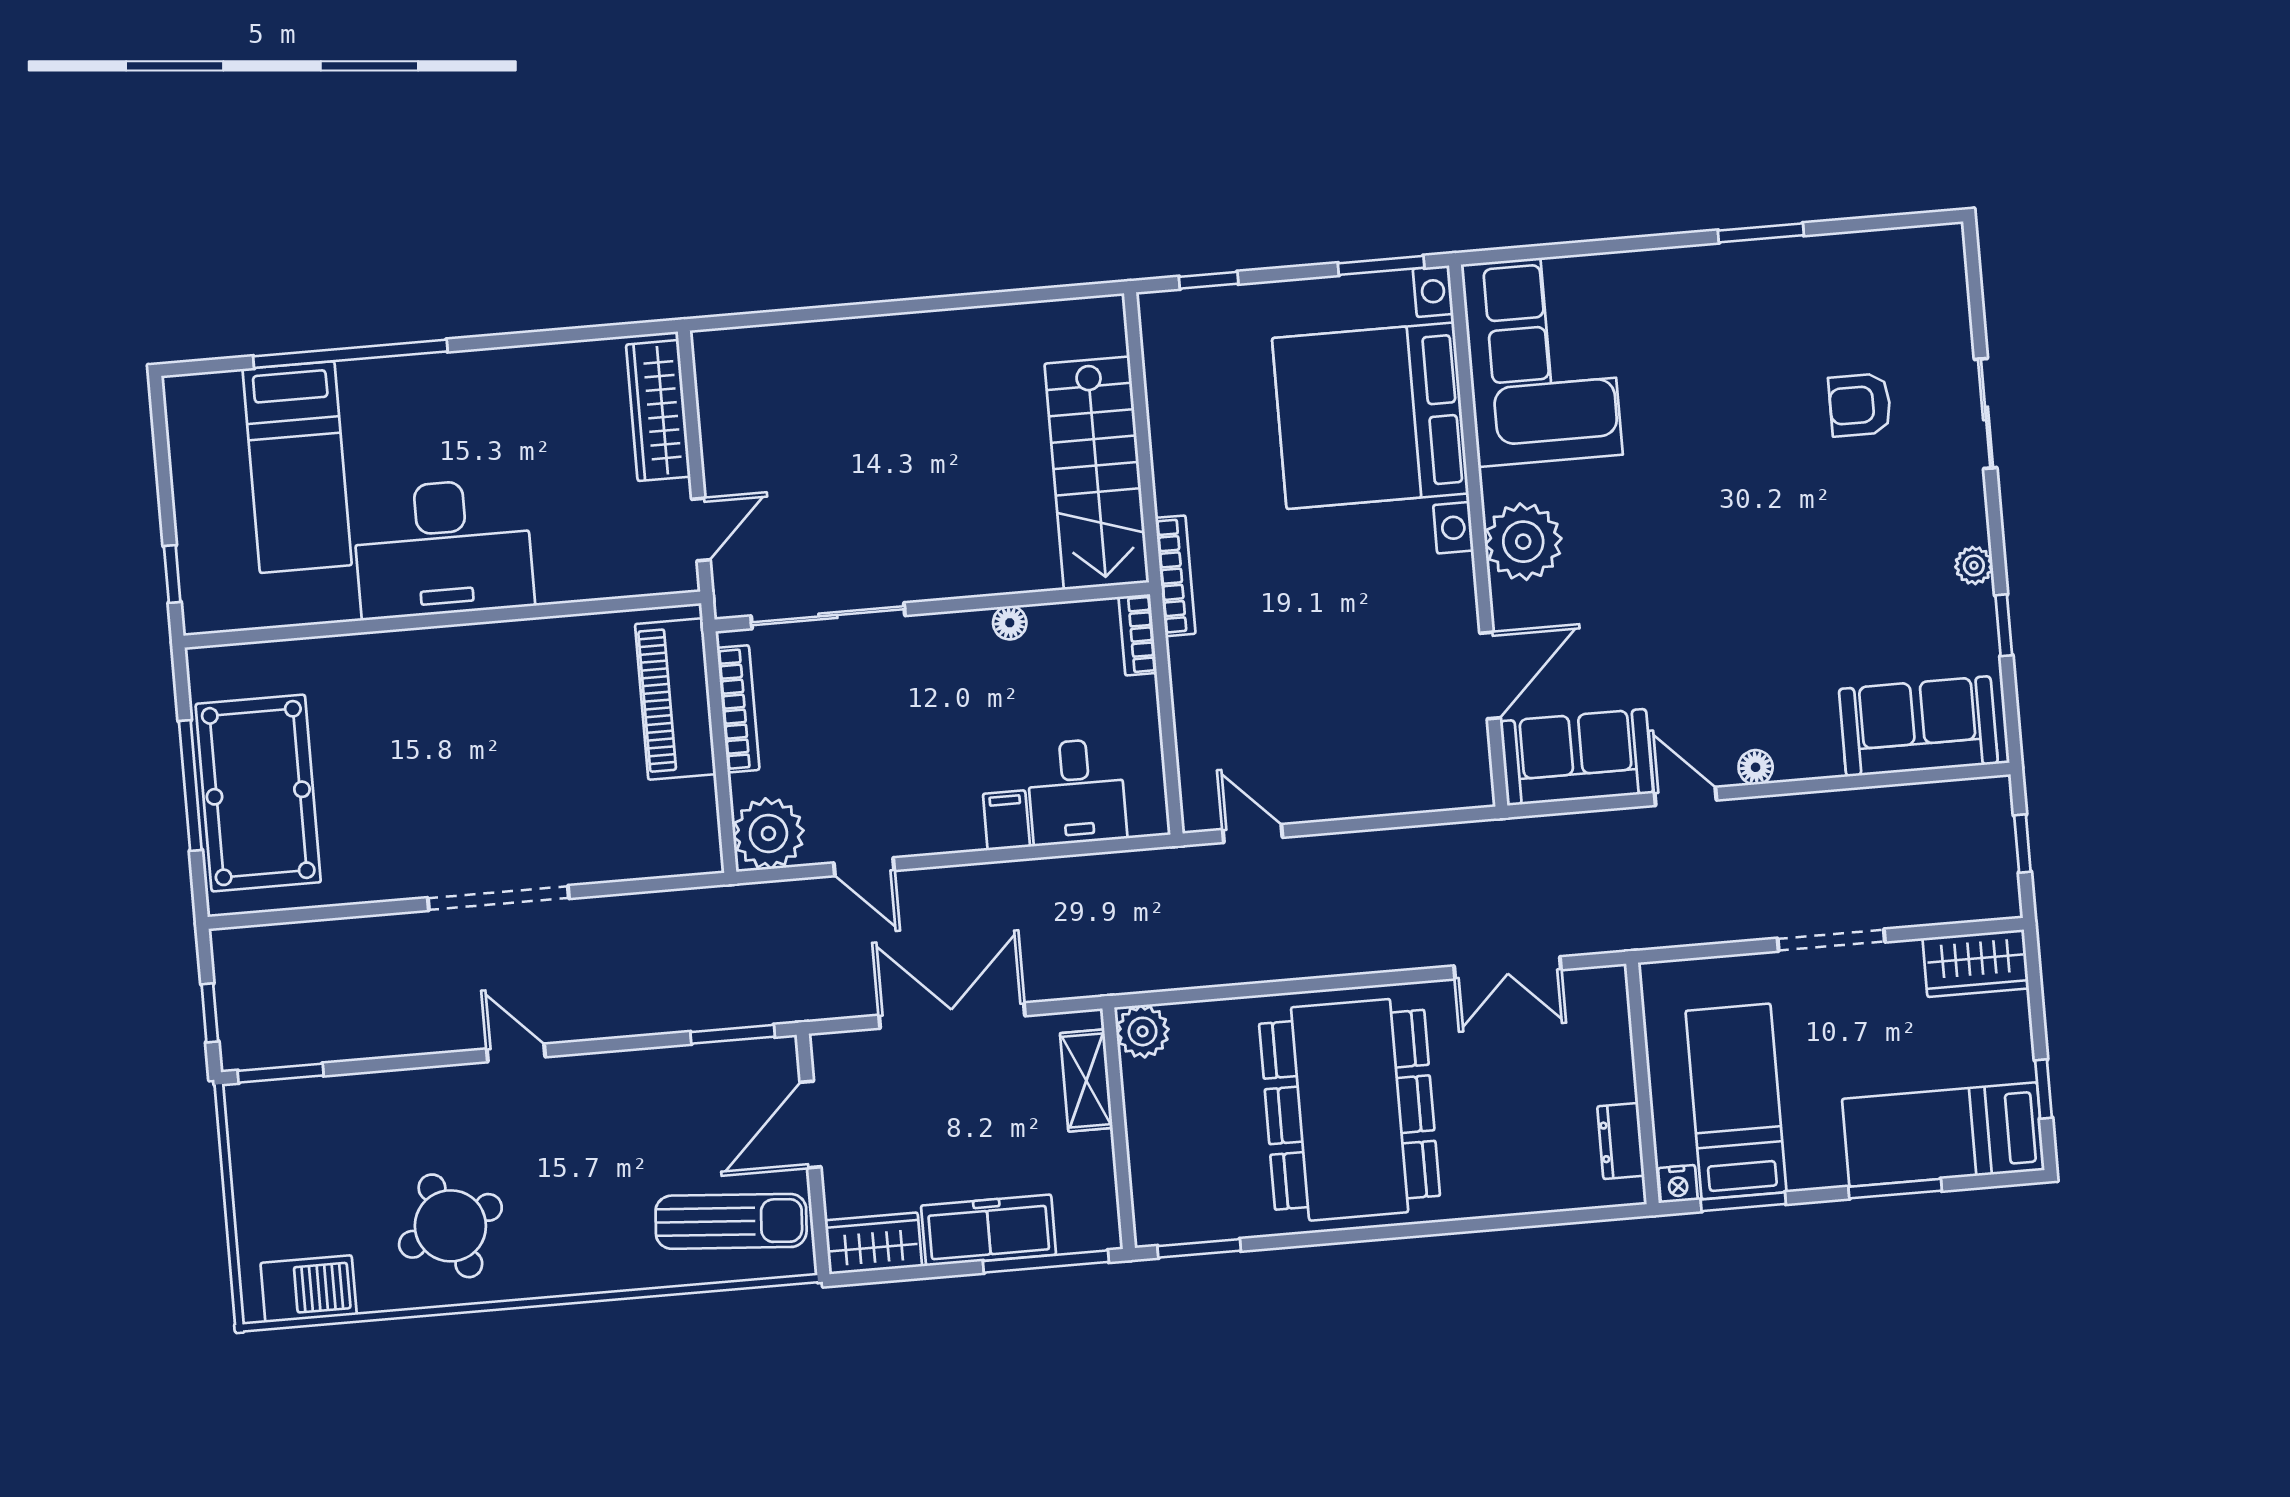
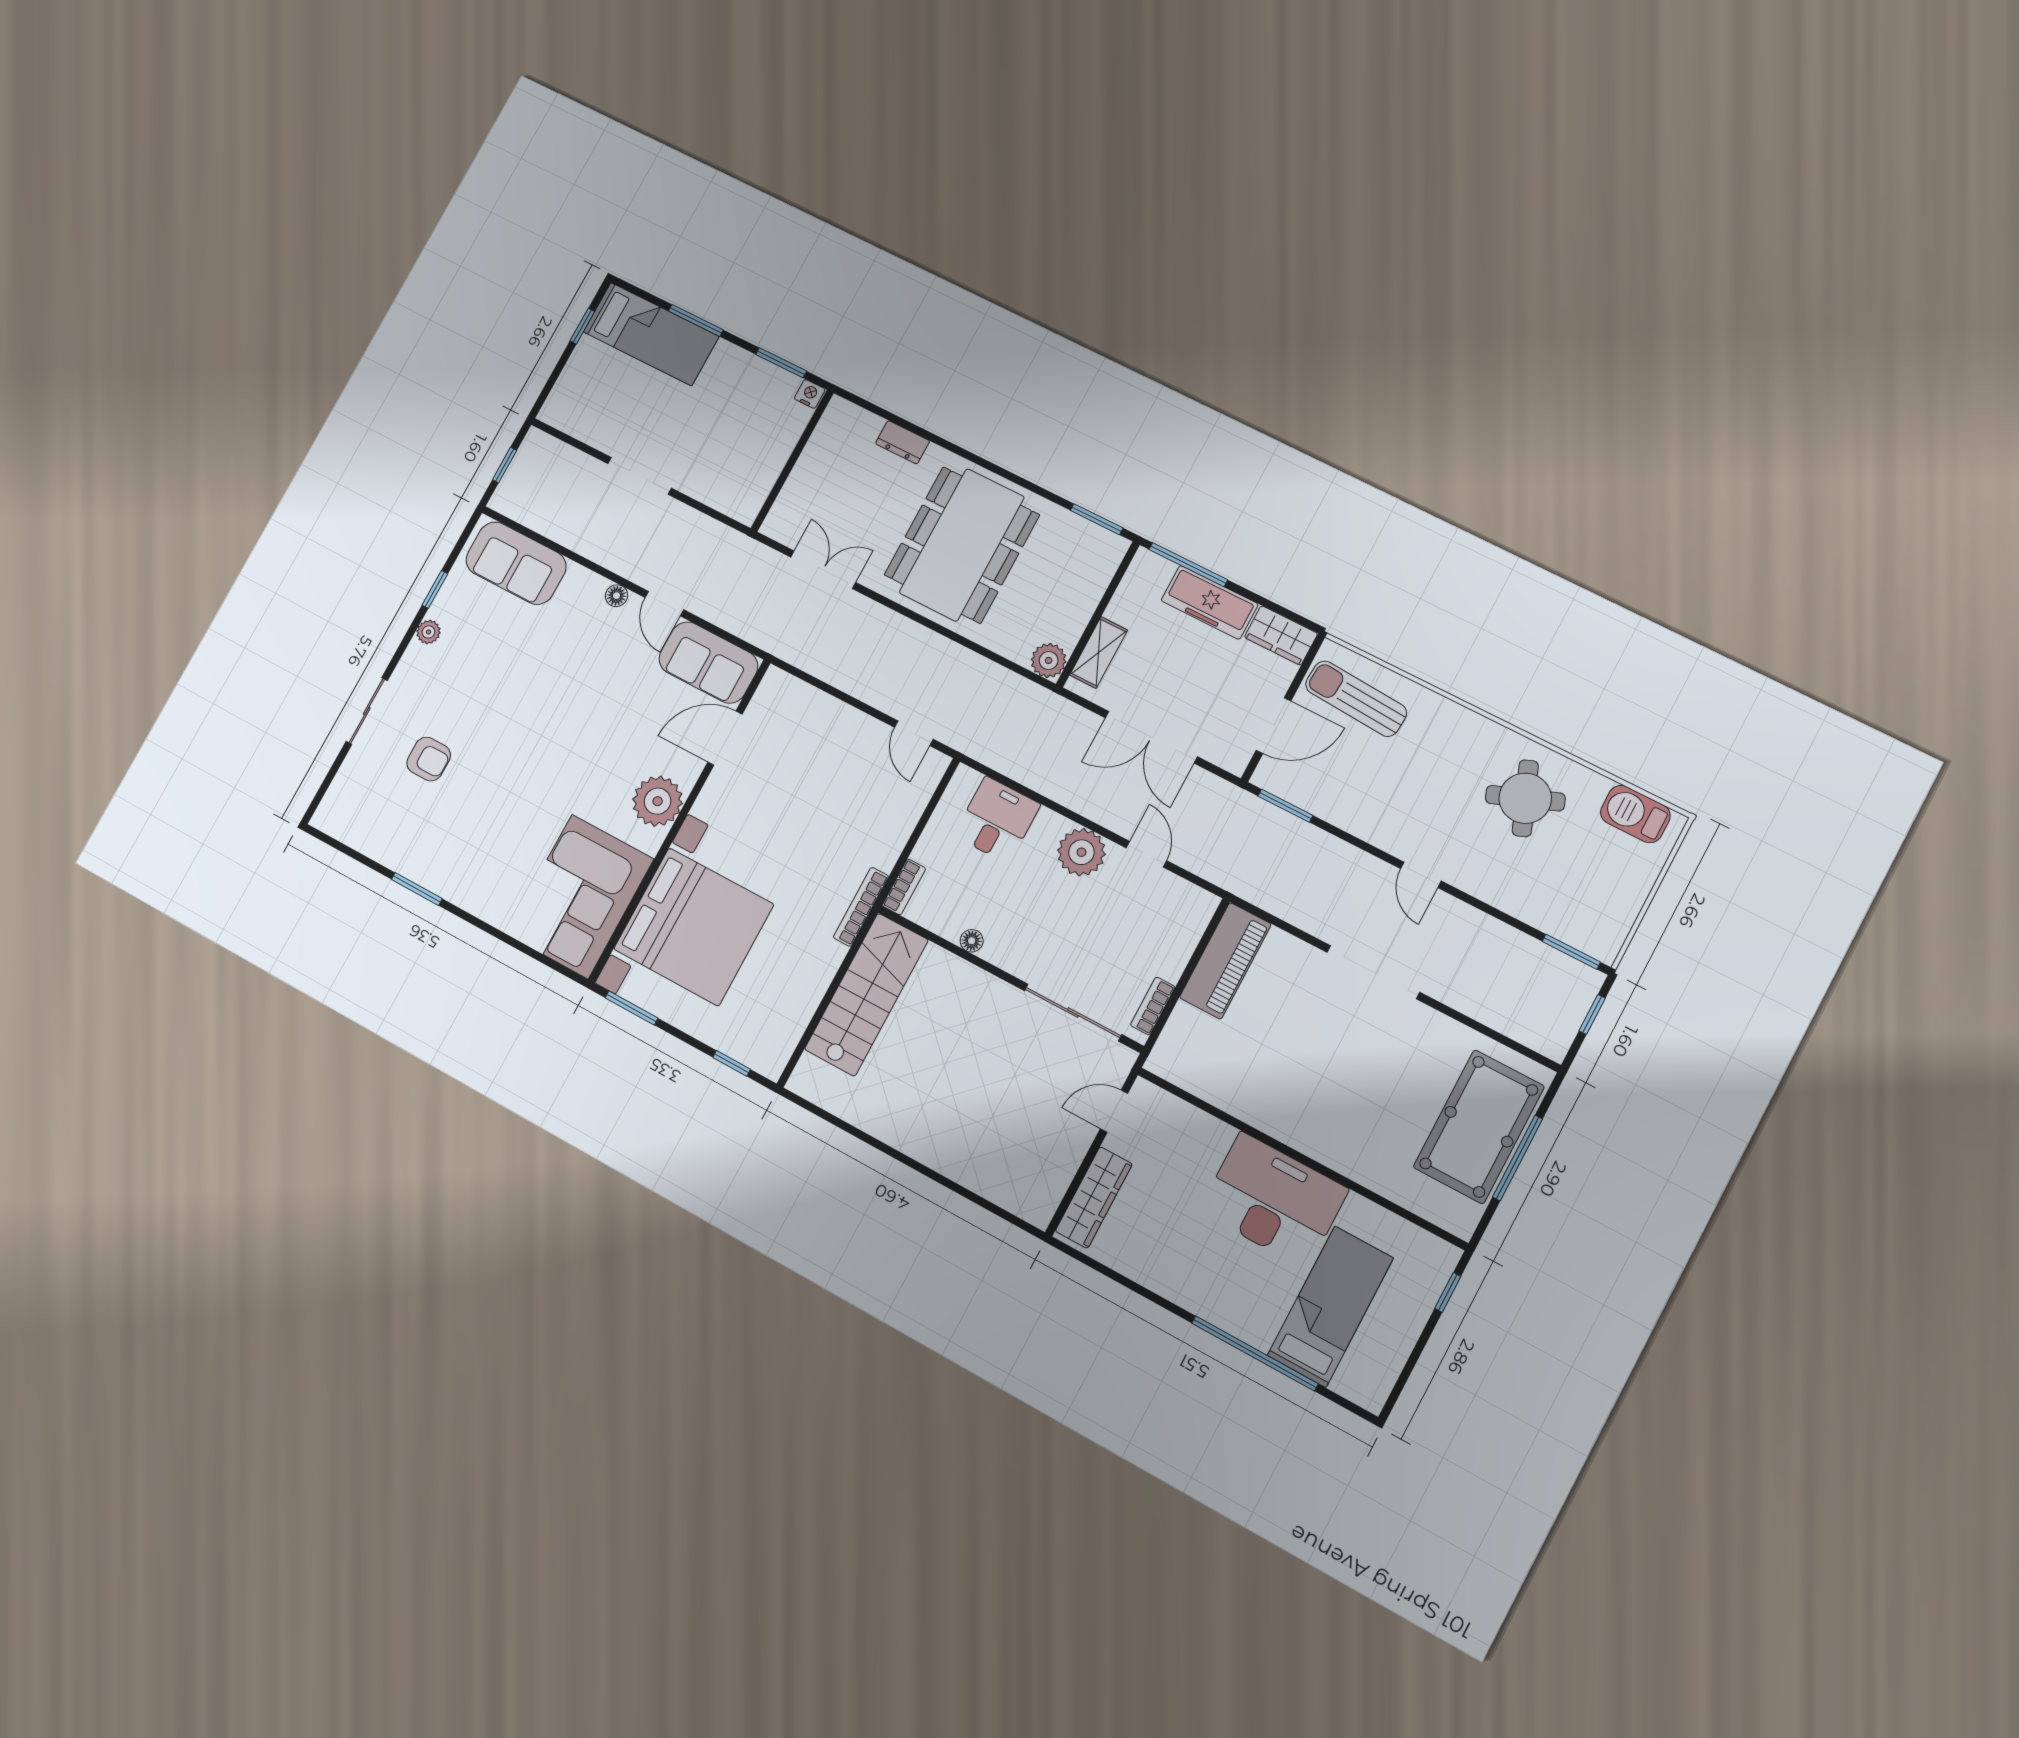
piano: (675, 699) -> (1225, 961), moved
bookcase: (738, 709) -> (1153, 1006), width x0.64
filing cabinet: (1006, 820) -> (1047, 829), removed
plant: (768, 833) -> (1081, 852), moved
wardrobe: (1976, 963) -> (572, 416), removed
bed: (1736, 1101) -> (749, 420), removed
dresser: (1621, 1141) -> (903, 442), moved, turned 90

